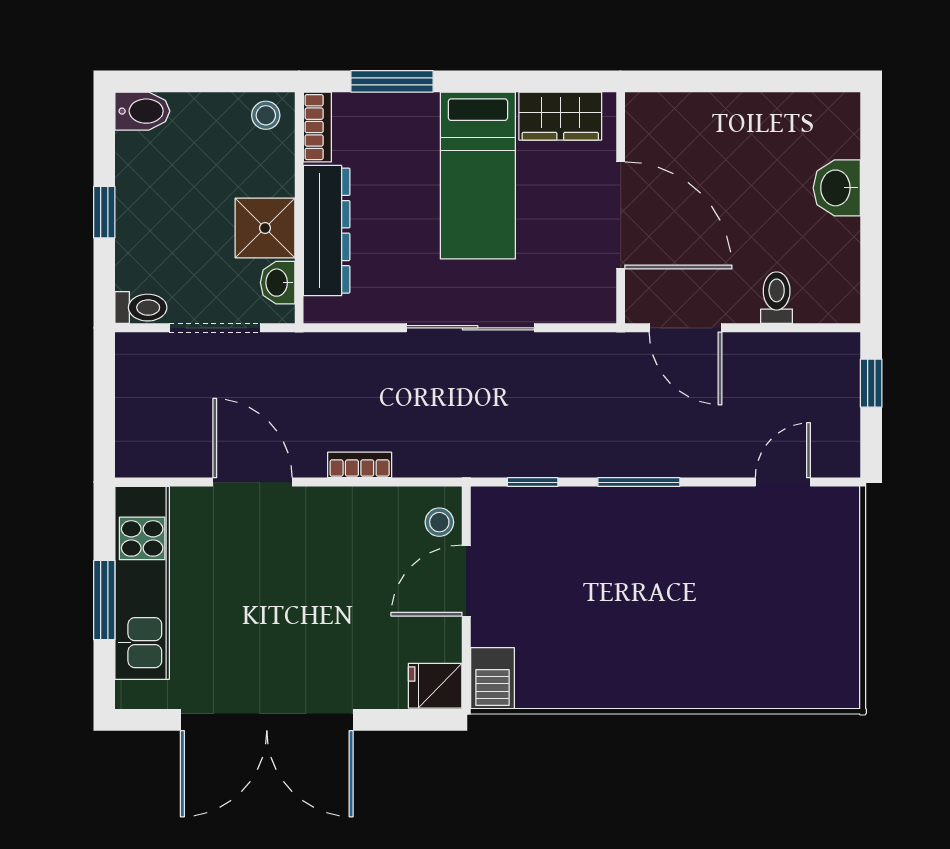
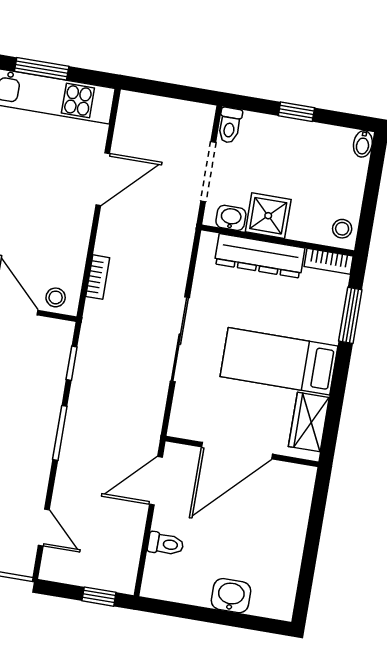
bidet: (142, 111) -> (363, 144), width x0.72, depth x0.74
bookcase: (360, 465) -> (98, 277), moved

